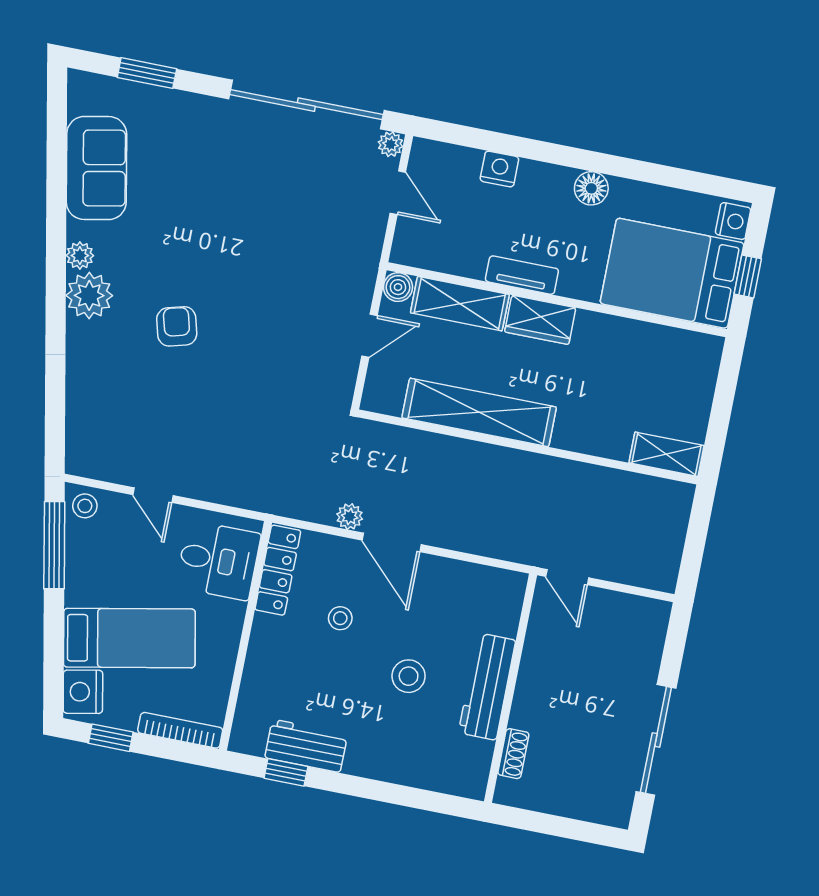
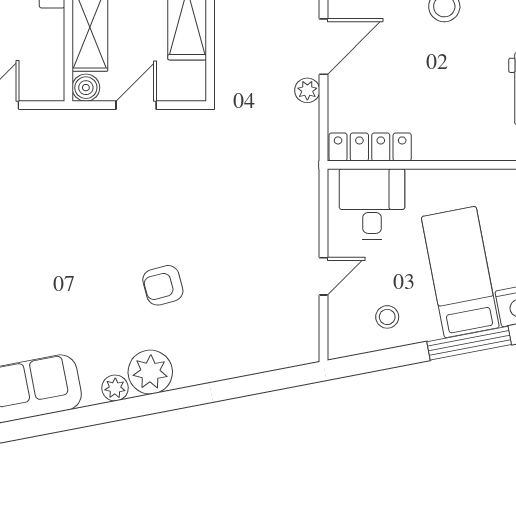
door: (370, 336) -> (136, 105), hinge flipped
stool: (85, 506) -> (387, 317), moved
window: (54, 545) -> (469, 343), moved
stool: (340, 618) -> (403, 80), removed

